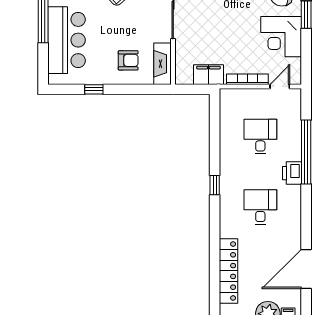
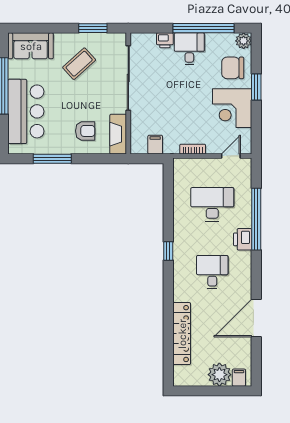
filing cabinet: (208, 75) -> (155, 145), width x0.50
bookcase: (247, 79) -> (193, 149), width x0.64
window: (94, 89) -> (52, 159), width x2.17
desk: (260, 137) -> (212, 204), width x1.37
door: (306, 269) -> (256, 318), moved

